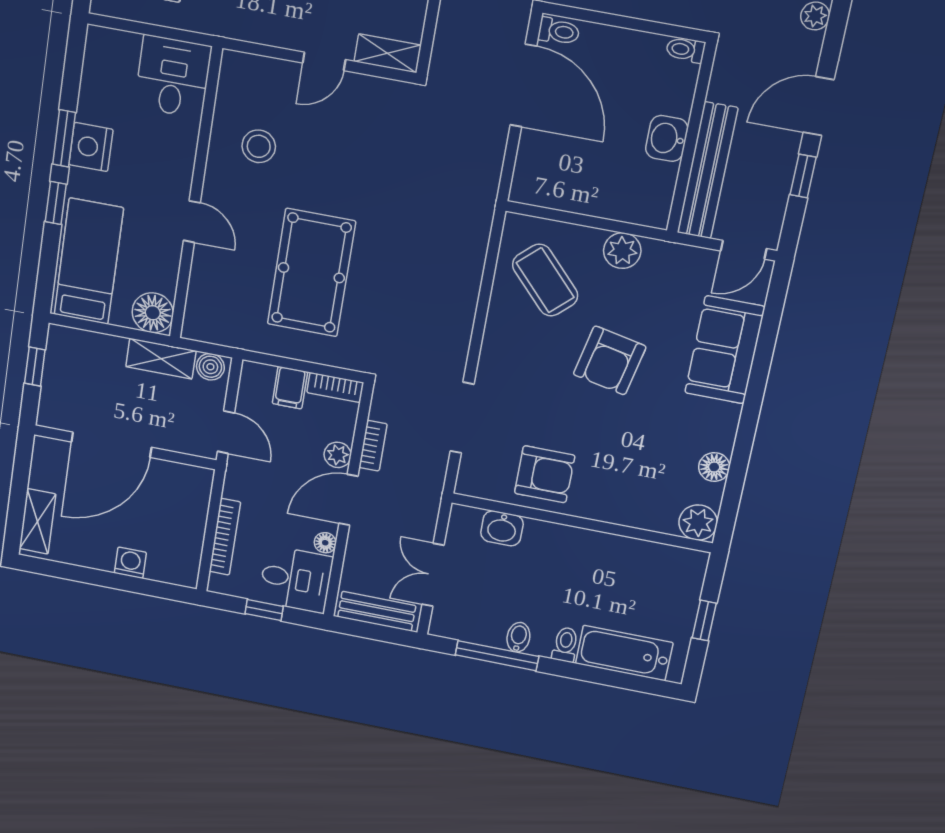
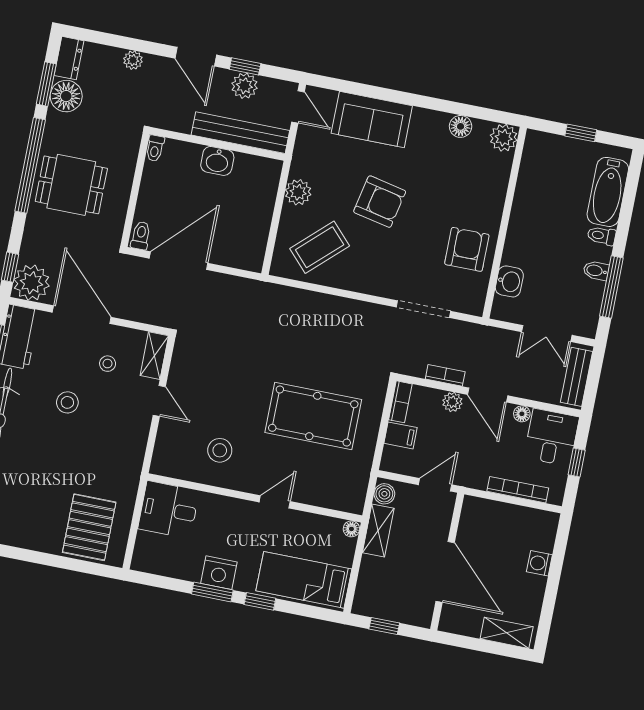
plant: (775, 175) -> (244, 86), added
floor lamp: (153, 313) -> (351, 529), width x0.53, depth x0.53

